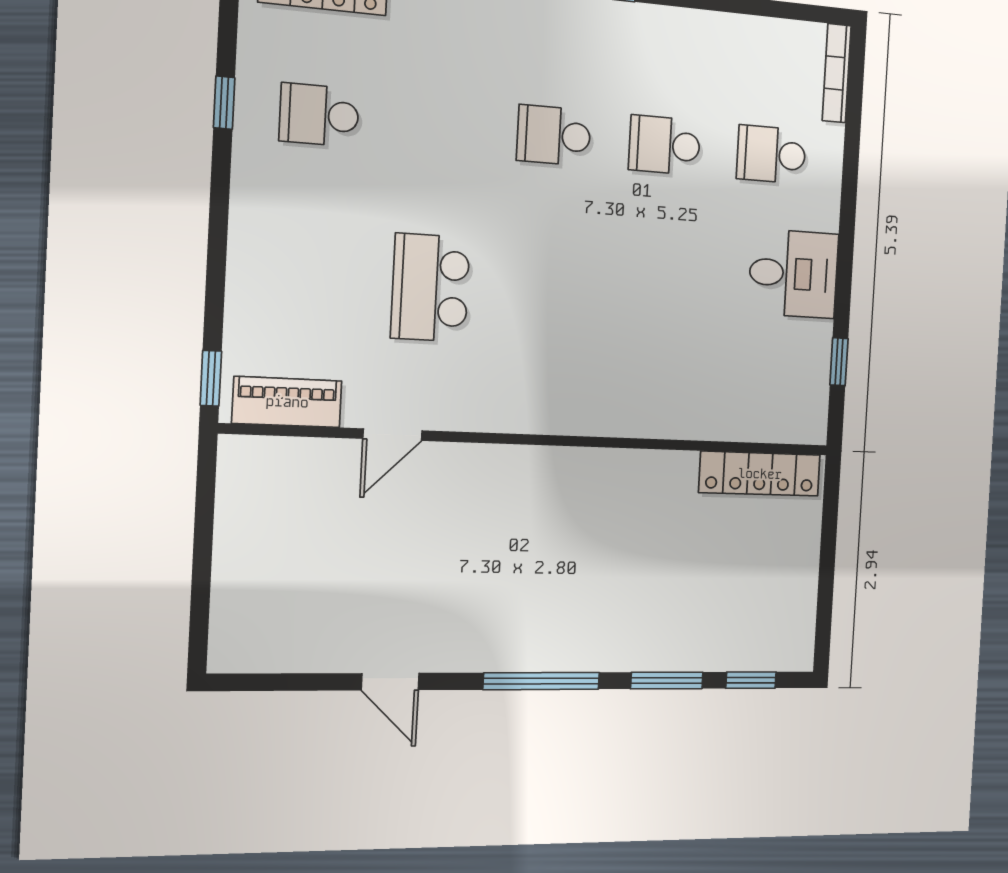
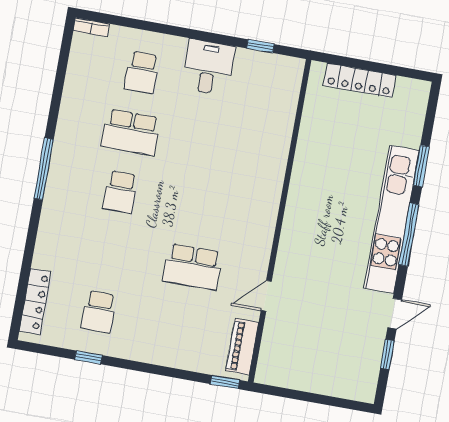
bookcase: (837, 73) -> (91, 27), width x0.64
school desk: (665, 145) -> (131, 132), width x1.85
door: (393, 435) -> (266, 296), swing flipped
locker: (760, 474) -> (360, 80), moved, turned 90
kitchen unit: (565, 645) -> (392, 219), added
window: (751, 680) -> (387, 354), moved

